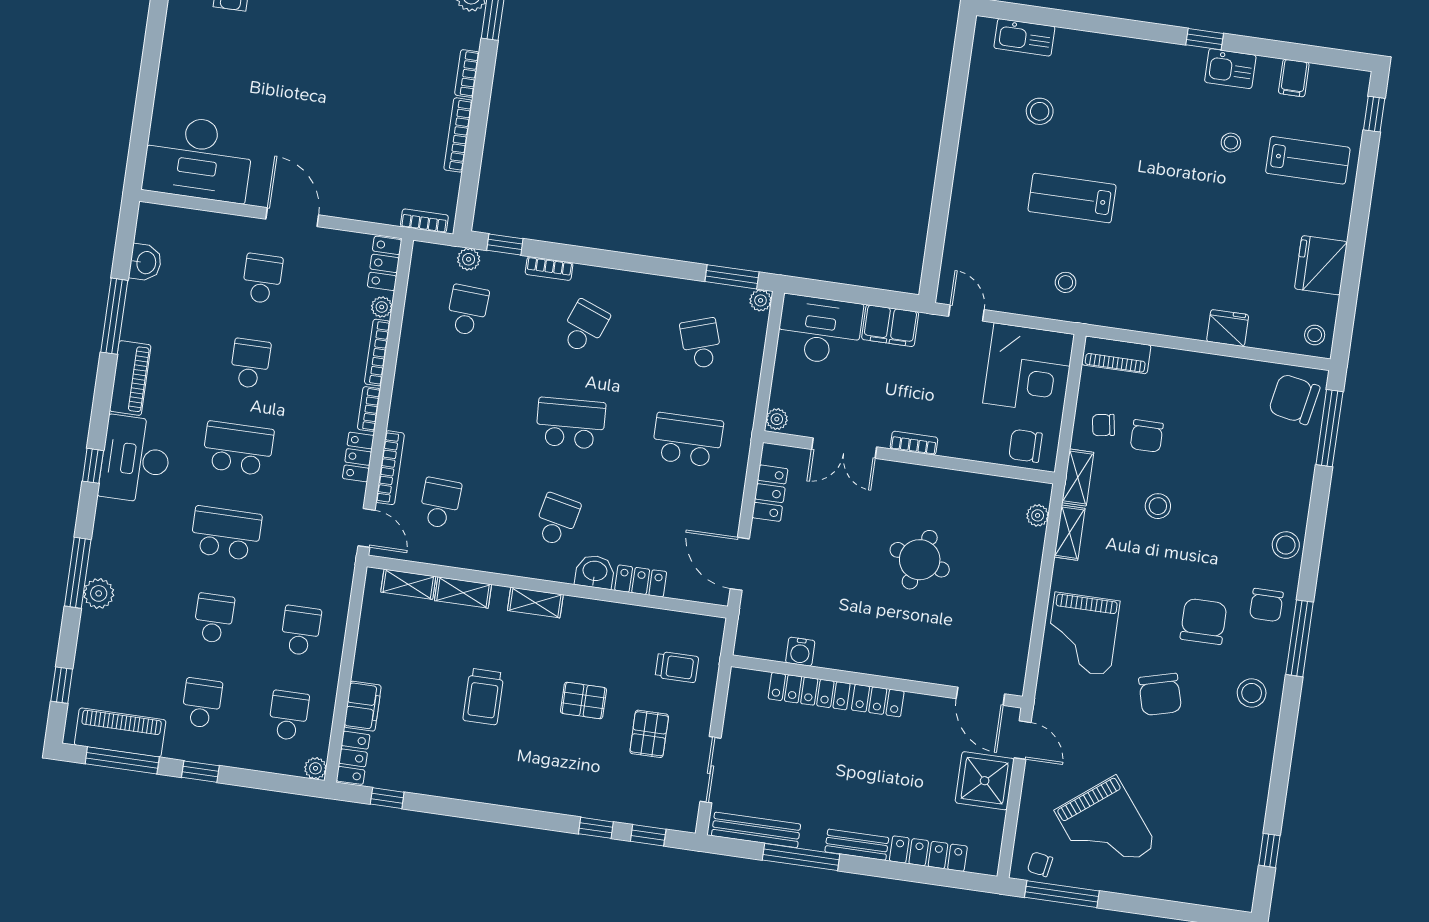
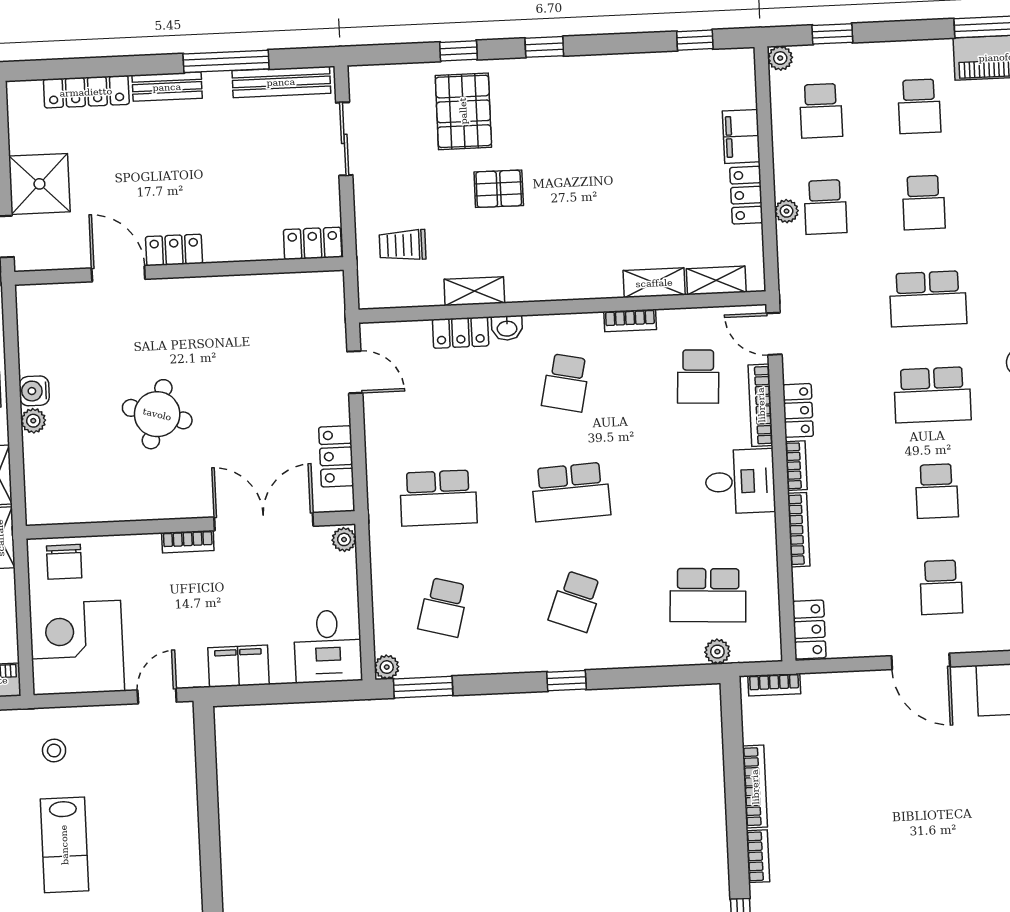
lab bench: (1072, 198) -> (64, 845), turned 90
window: (505, 245) -> (567, 681), moved
bookcase: (549, 269) -> (630, 320), moved, turned 180
plant: (382, 307) -> (787, 211), moved
school desk: (467, 310) -> (708, 595), width x1.85
door: (966, 313) -> (157, 696), swing flipped
desk: (820, 330) -> (328, 646), width x0.73
school desk: (701, 343) -> (443, 607), turned 33
desk: (421, 404) -> (740, 481), added
chair: (1025, 446) -> (64, 562), turned 90
double door: (844, 448) -> (264, 522), width x1.37
plant: (1038, 515) -> (33, 421), moved
door: (740, 564) -> (355, 372), width x0.73
washbasin: (595, 572) -> (507, 328), width x0.72, depth x0.69
shelving: (535, 603) -> (474, 291), moved
water cooler: (800, 652) -> (34, 391), moved, turned -90
locker: (809, 691) -> (313, 243), moved, width x0.66
door: (980, 696) -> (118, 274), moved
trolley: (483, 697) -> (610, 172), removed
pallet: (649, 734) -> (463, 111), moved, width x1.50, depth x1.42
locker: (353, 758) -> (746, 195), moved
window: (200, 772) -> (832, 34), moved
window: (648, 835) -> (544, 47), moved

